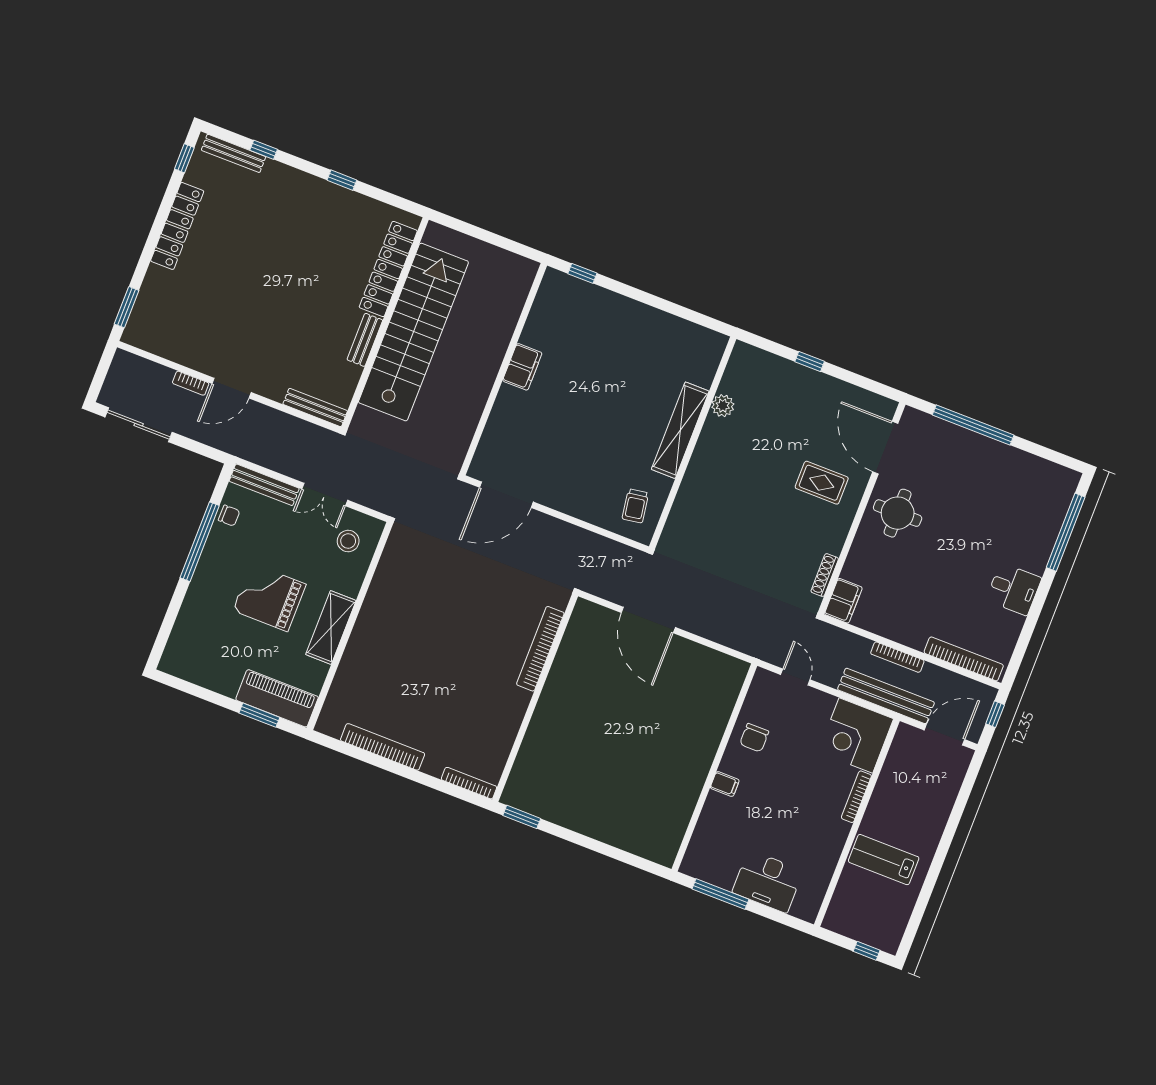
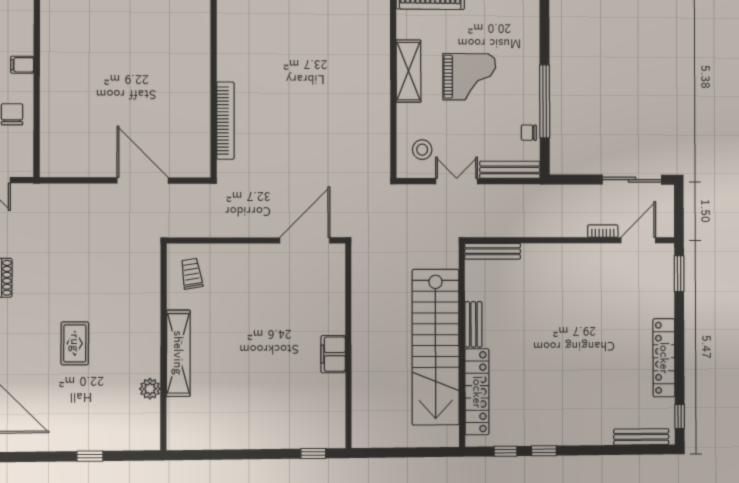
window: (264, 150) -> (506, 451), moved
door: (232, 388) -> (638, 240), moved
rug: (822, 483) -> (75, 343), moved, turned 90

